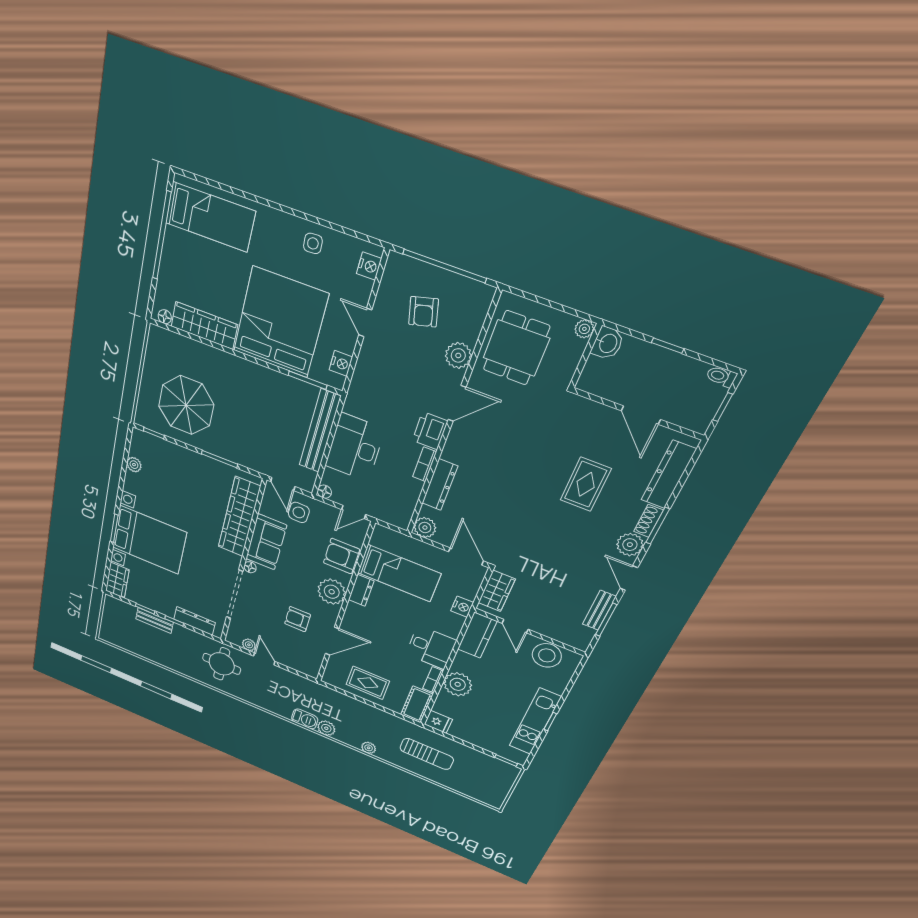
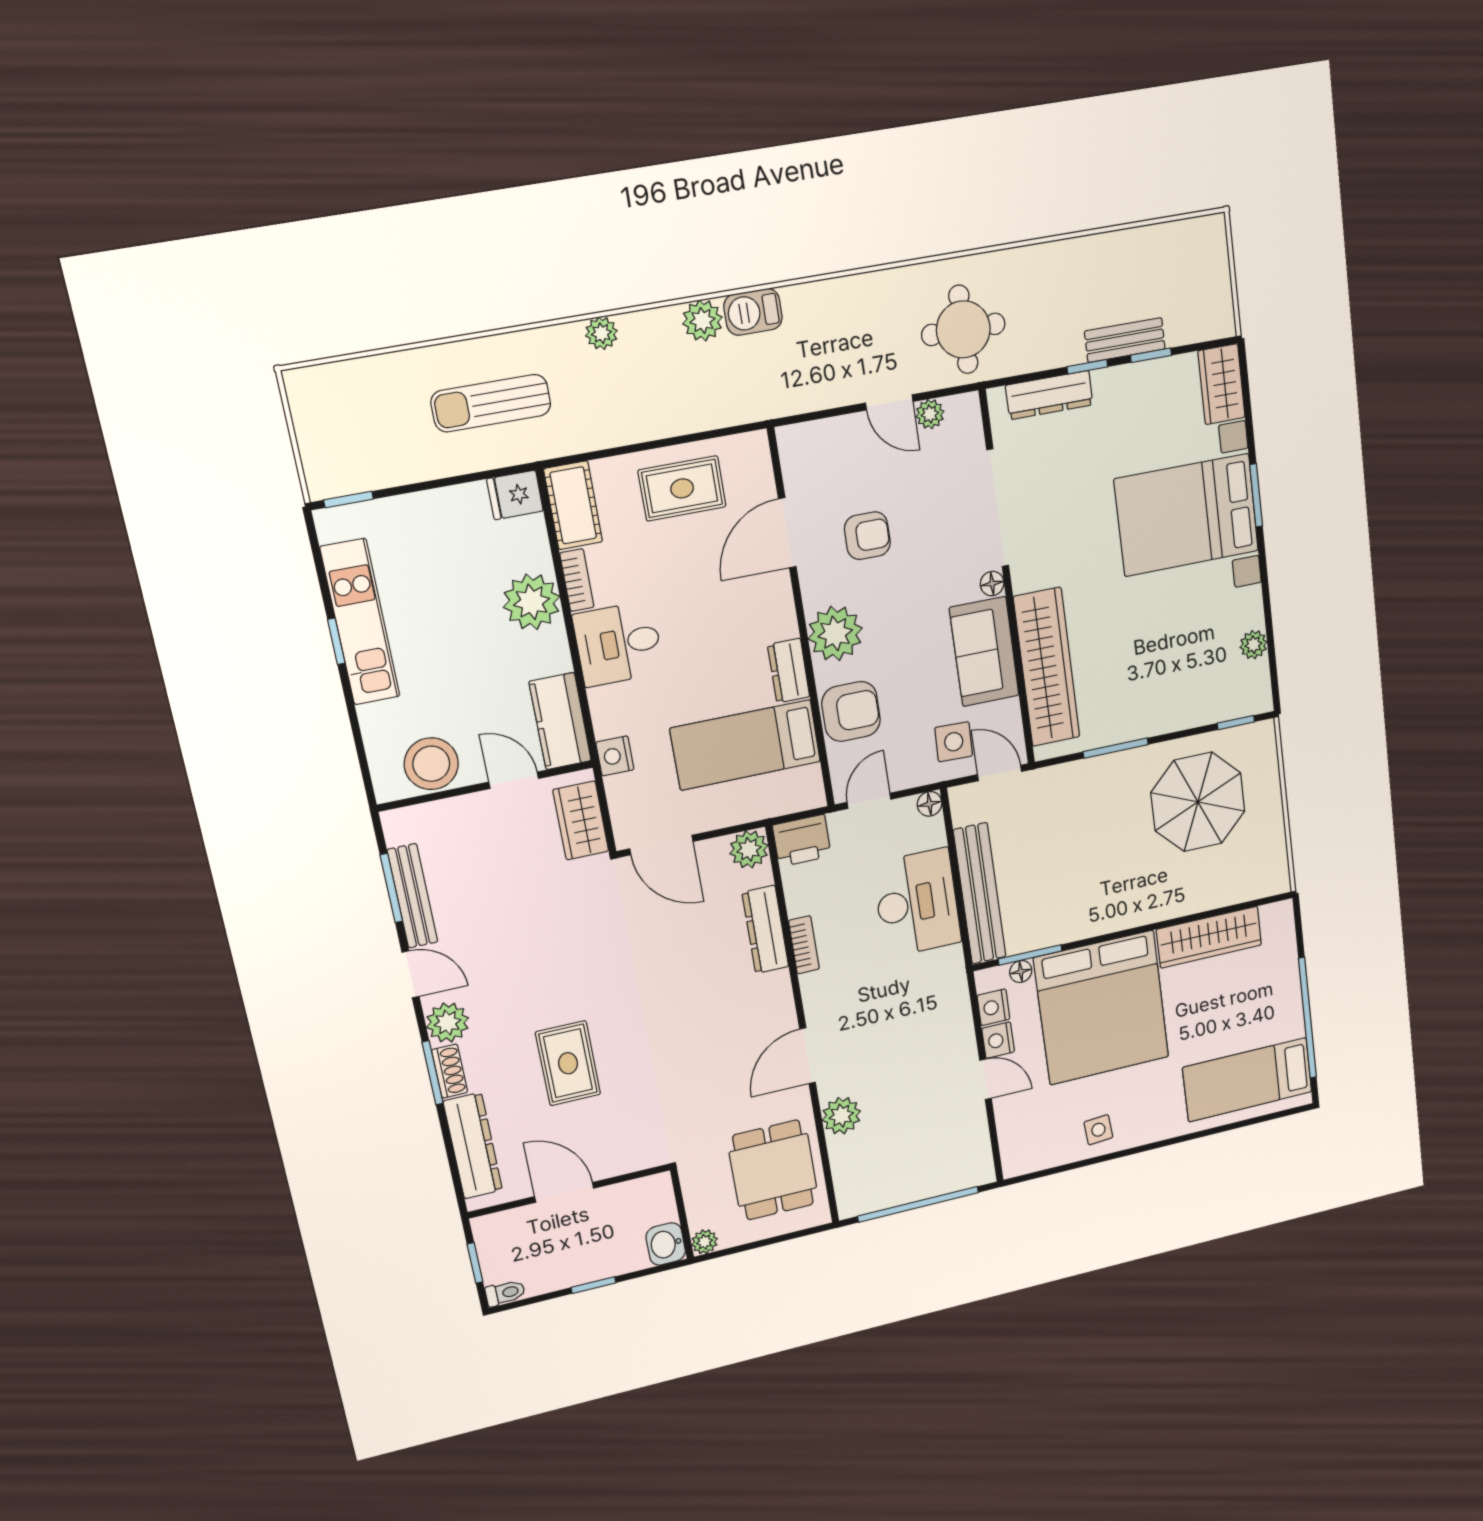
nightstand: (369, 266) -> (998, 1040), moved
armchair: (424, 312) -> (916, 1139), removed
floor lamp: (165, 317) -> (1021, 972), moved
printer: (430, 431) -> (802, 841), moved, turned 90
bench: (599, 610) -> (413, 896), width x1.36

